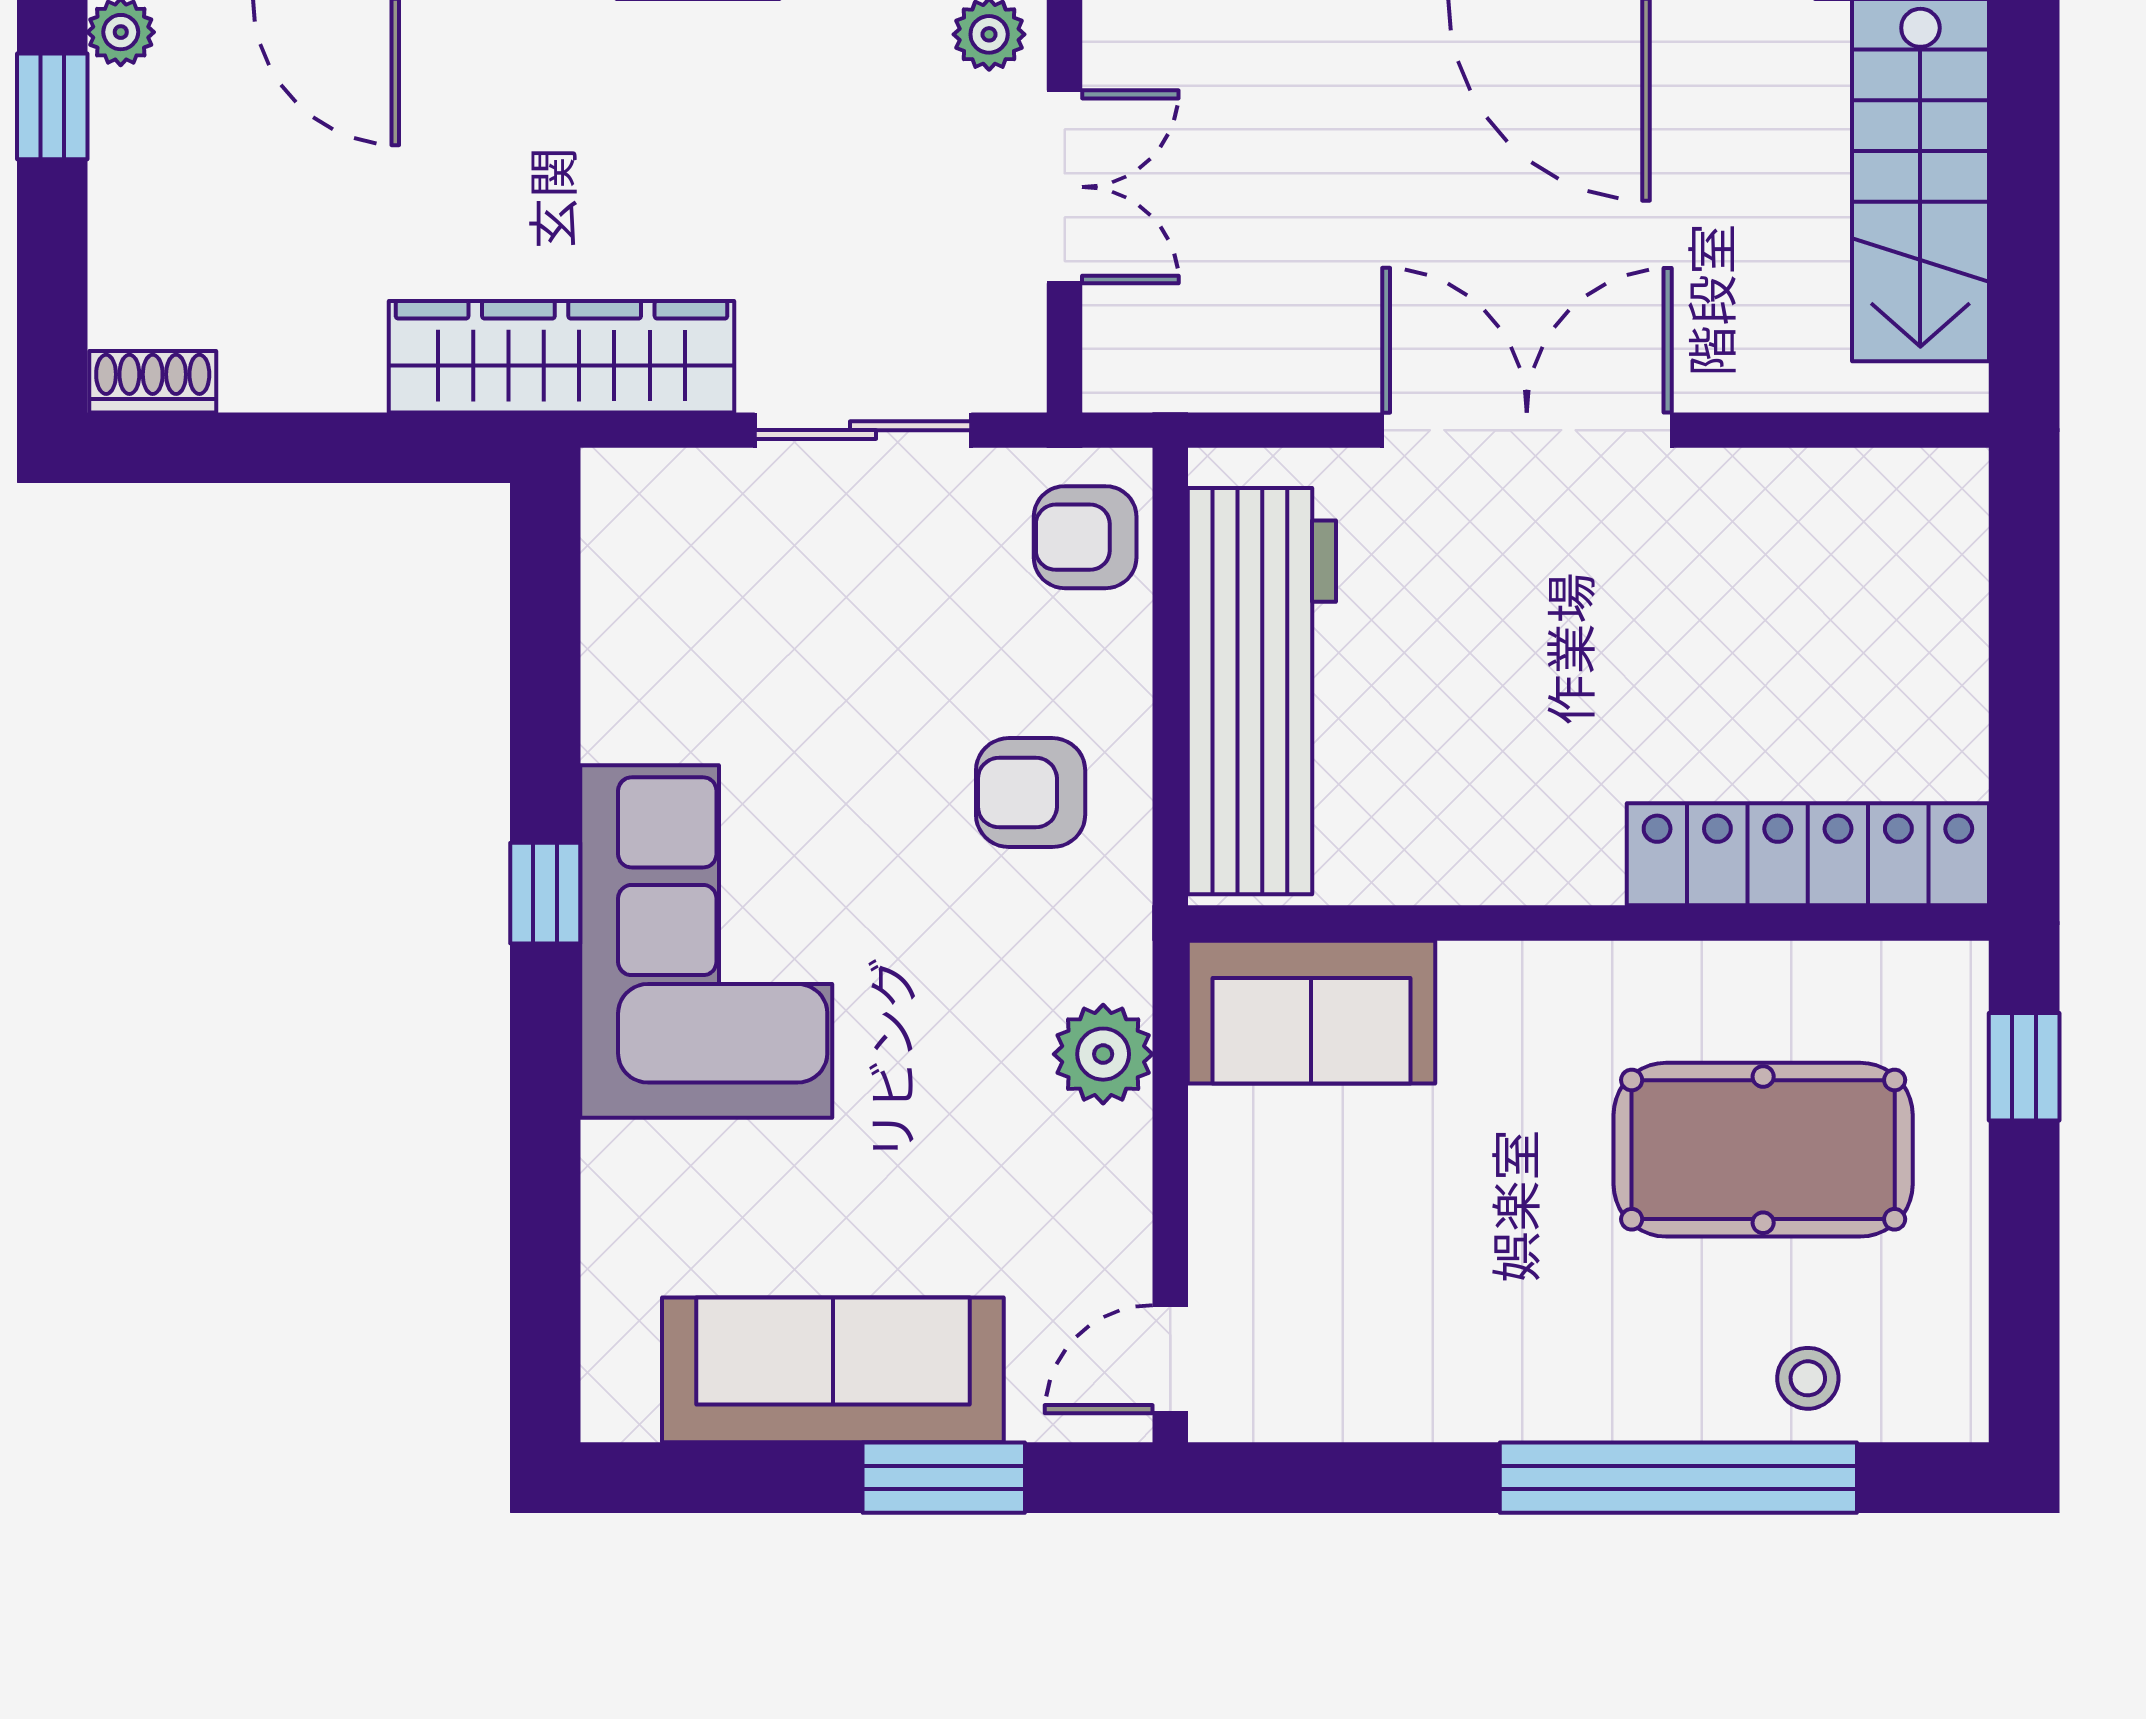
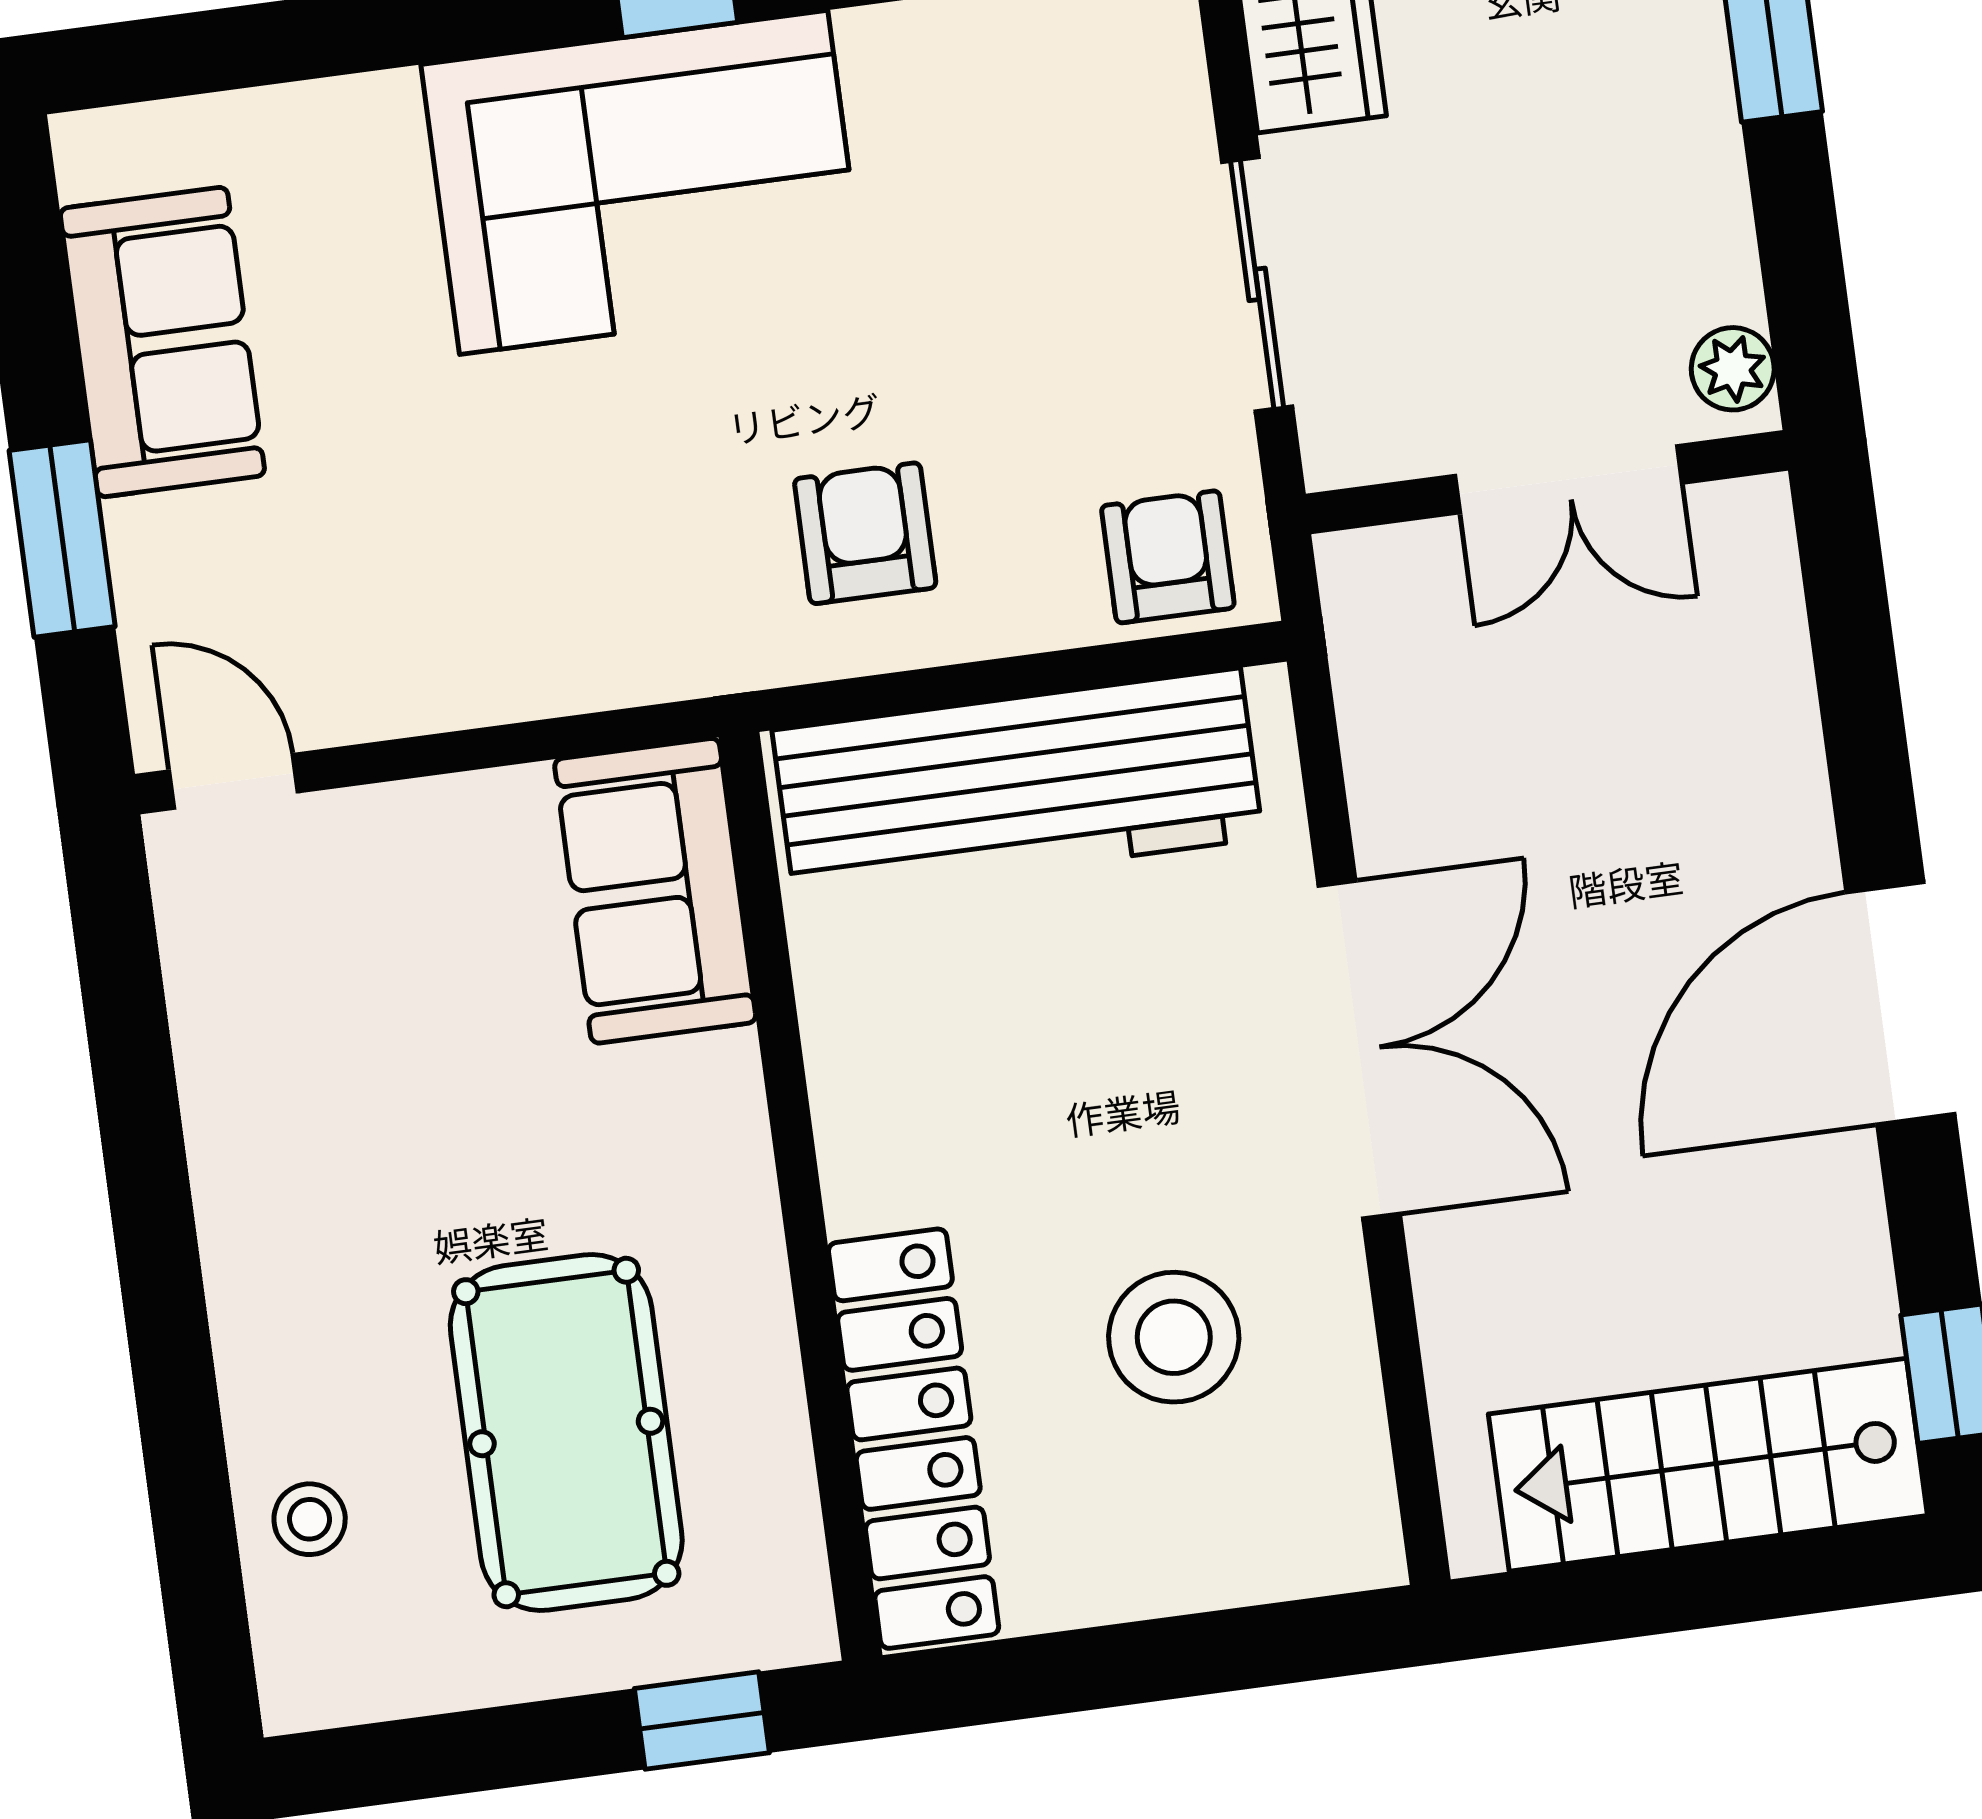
stool: (1751, 621) -> (1174, 1337), added
plant: (1103, 1054) -> (575, 657), removed
sofa: (833, 1370) -> (162, 342), width x0.73
window: (1678, 1478) -> (175, 1385), removed

